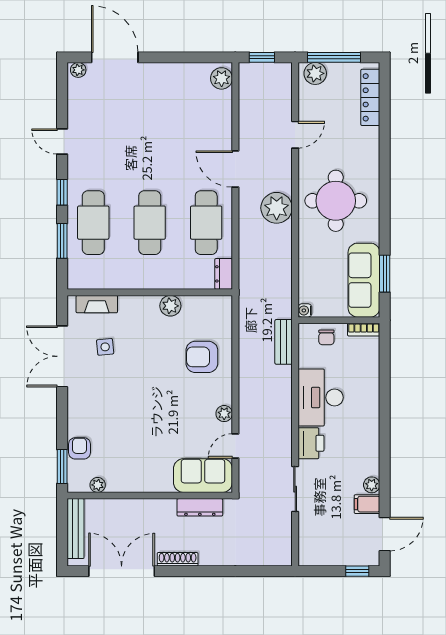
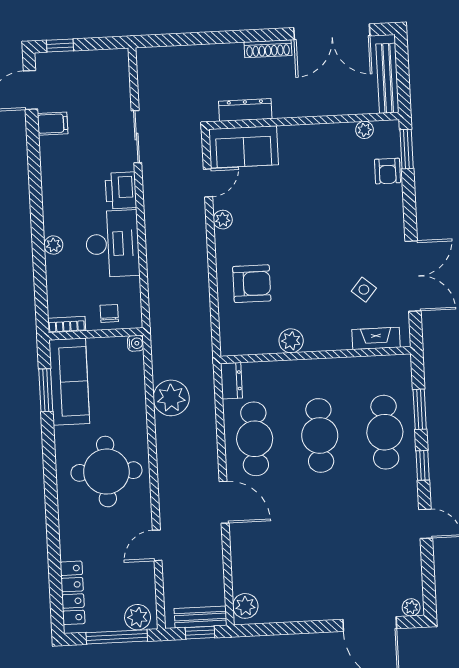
plant: (277, 208) -> (171, 398), moved
bench: (284, 342) -> (201, 617), moved, turned 90
side table: (105, 347) -> (364, 290), turned 45
plant: (372, 485) -> (53, 245), moved

